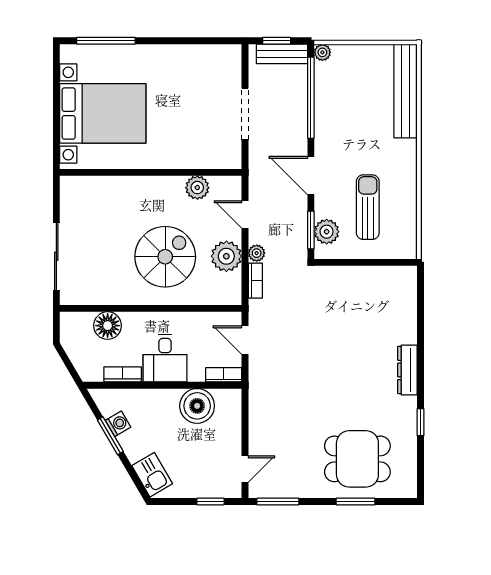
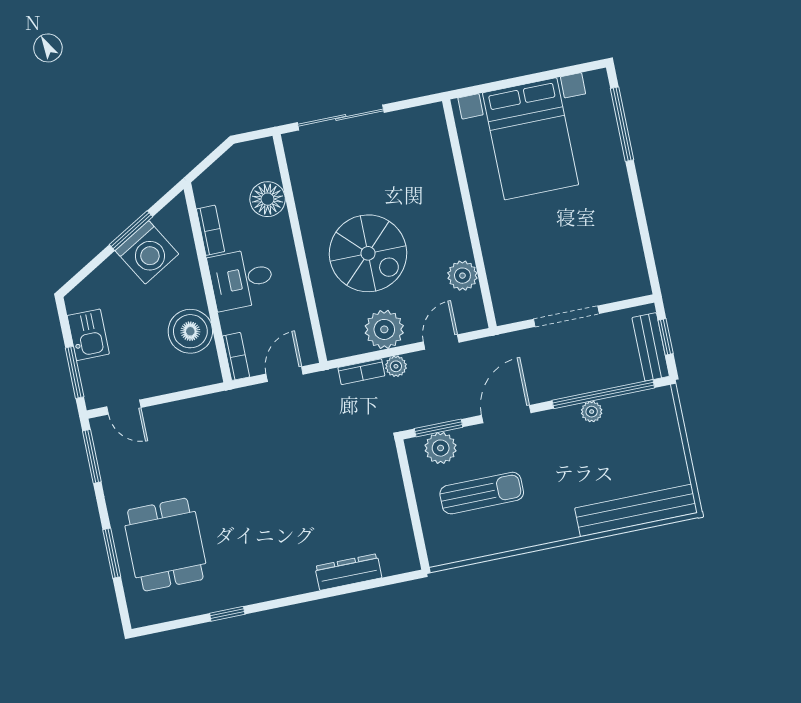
plant: (322, 52) -> (592, 412), moved
dresser: (407, 370) -> (348, 572), moved
washing machine: (118, 424) -> (147, 252), width x1.89, depth x1.89
kitchen sink: (152, 475) -> (88, 335), moved, turned -60
window: (210, 502) -> (75, 372), width x1.50

